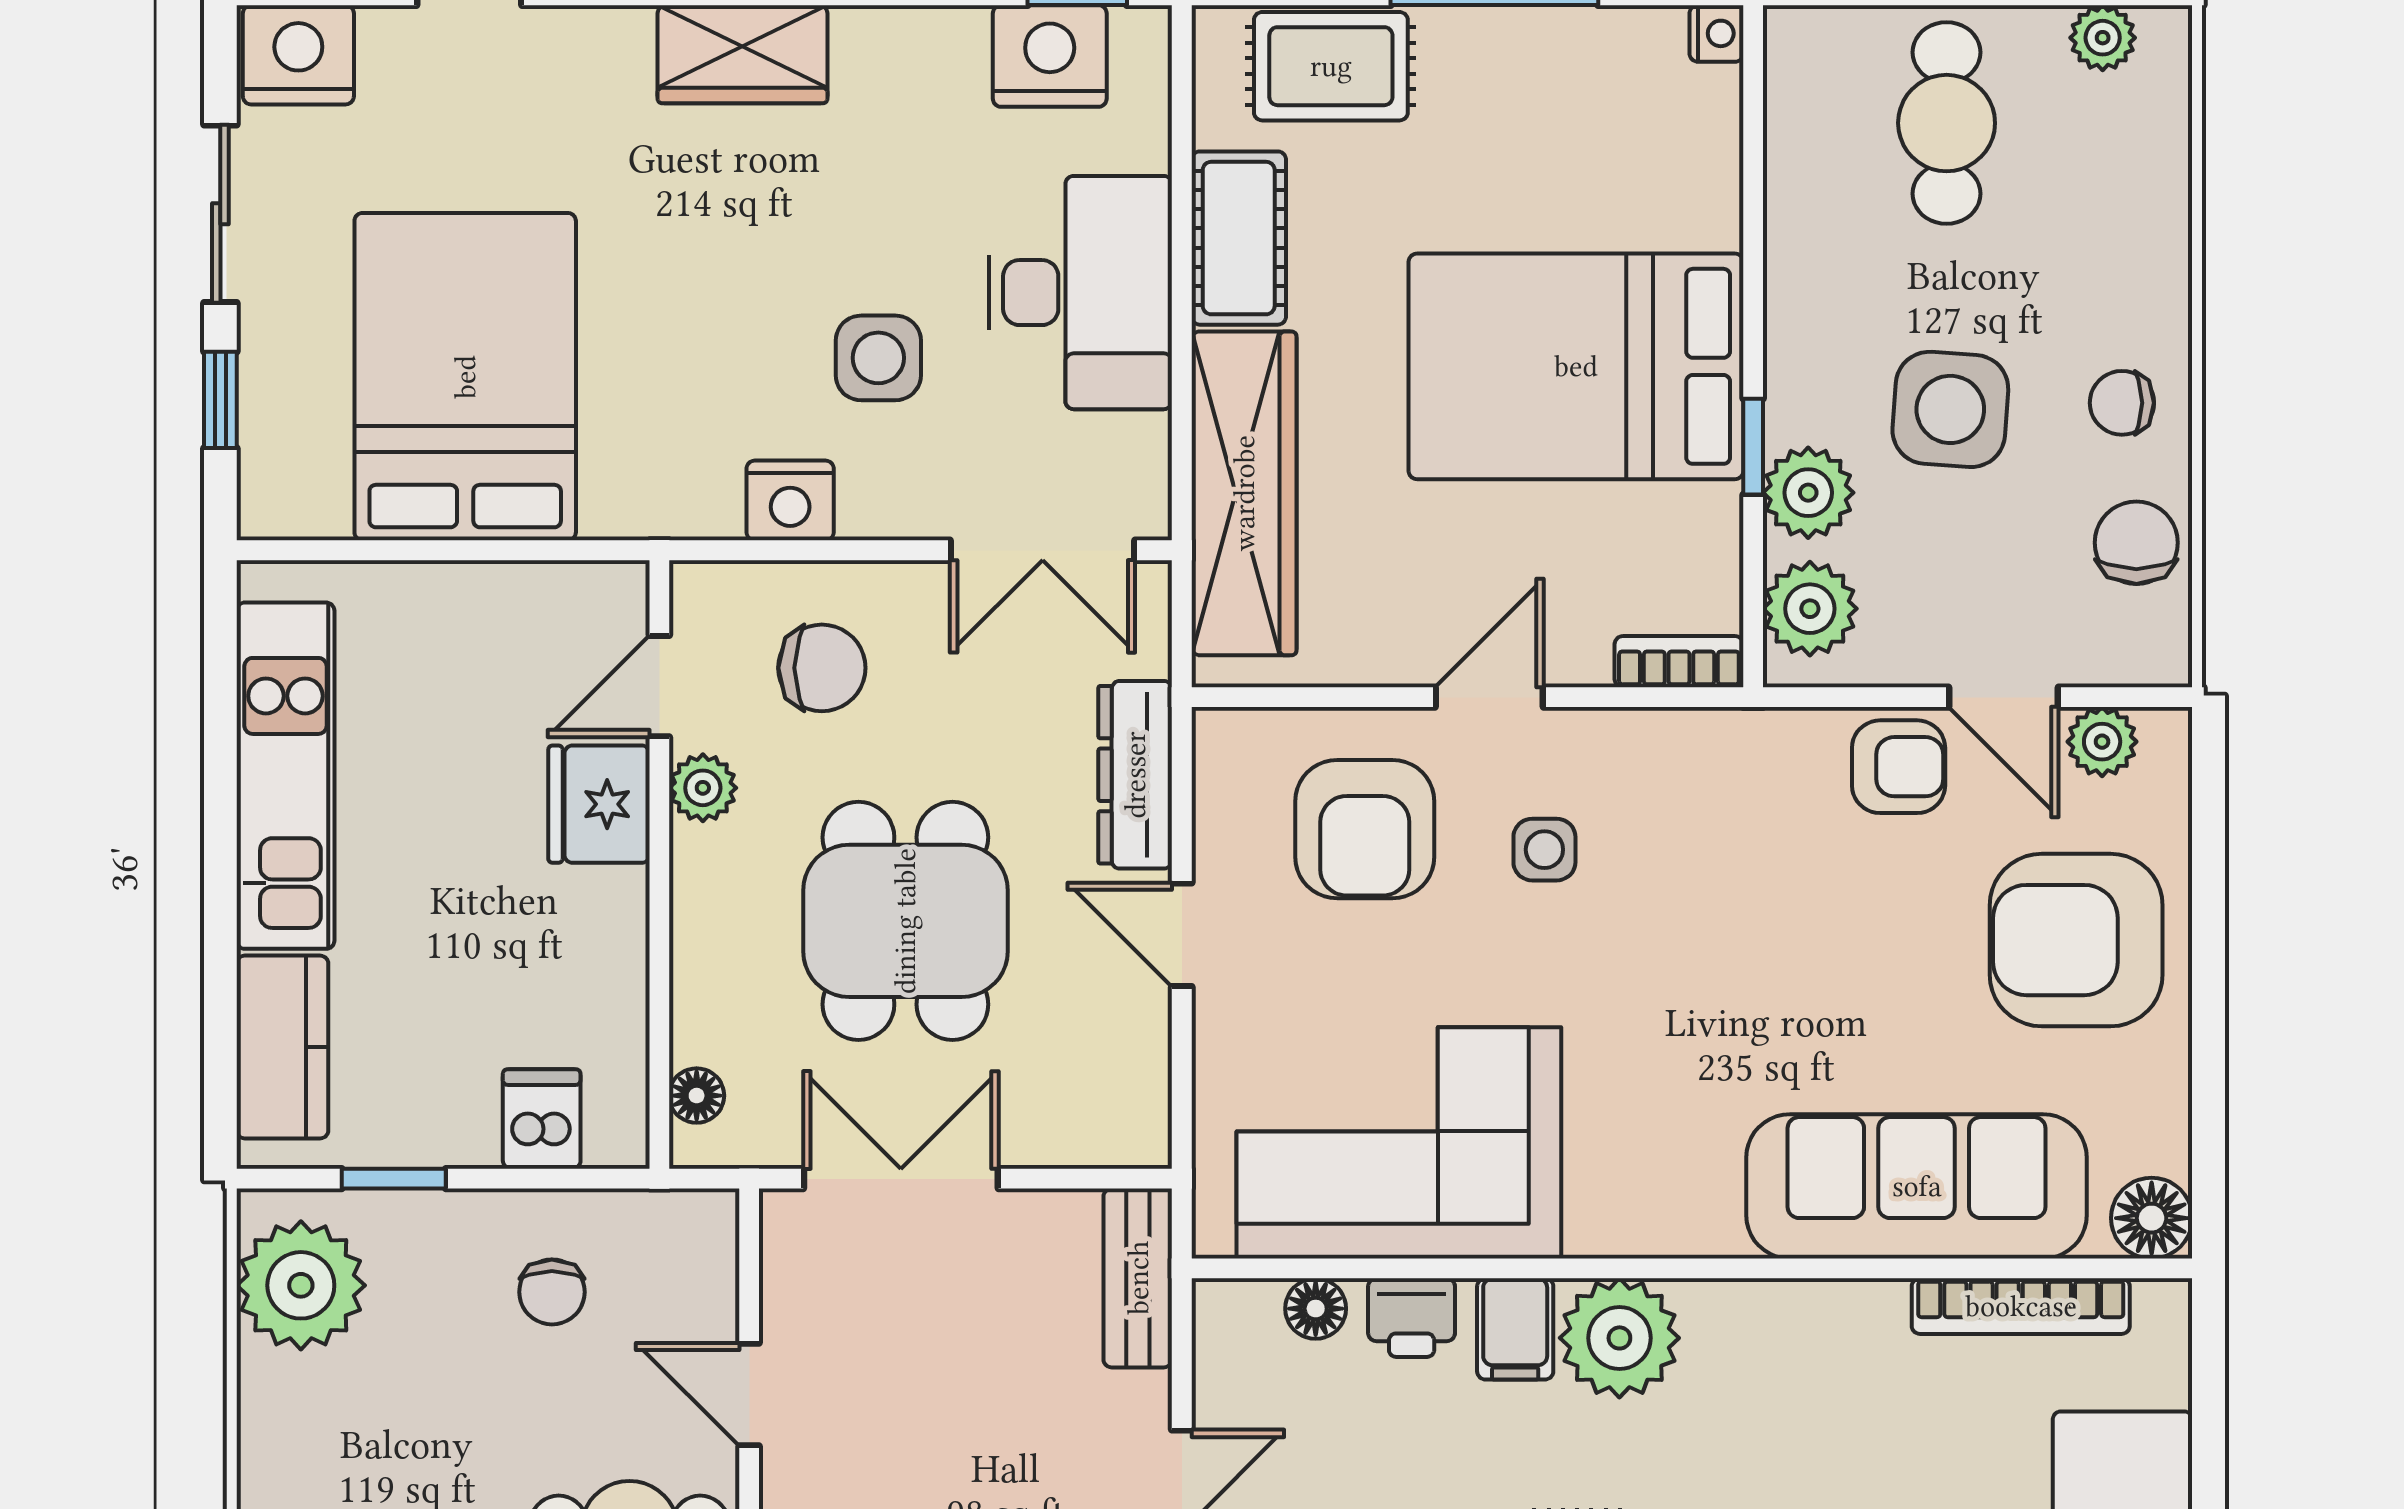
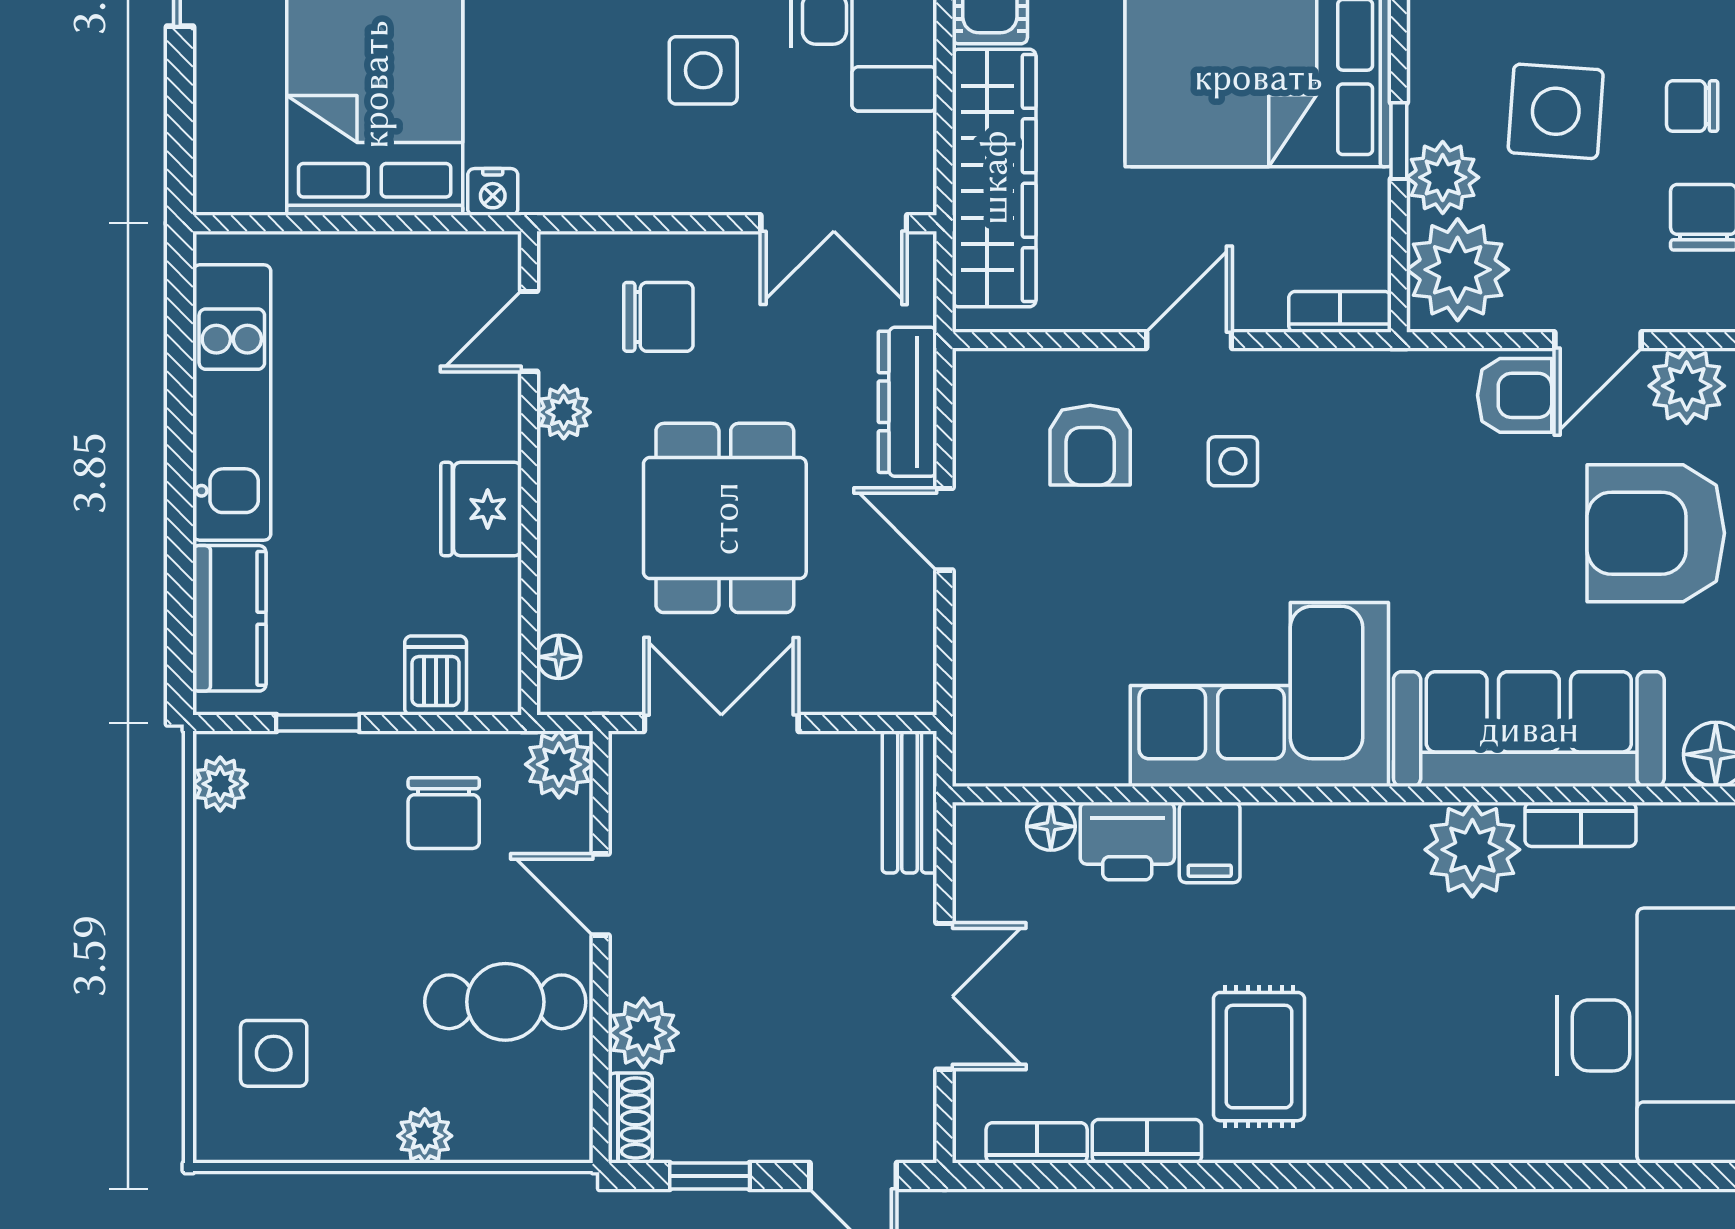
window: (220, 400) -> (180, 104), removed
nightstand: (790, 500) -> (493, 192), moved, width x0.72, depth x0.74
plant: (1810, 609) -> (1458, 270), width x1.36, depth x1.36
door: (2003, 697) -> (1598, 340), hinge flipped
plant: (2102, 742) -> (1687, 386), width x1.38, depth x1.38
fridge: (599, 804) -> (481, 509), moved
armchair: (1365, 829) -> (1090, 445), width x0.72, depth x0.72
corner sofa: (1399, 1143) -> (1259, 695), moved
plant: (697, 1231) -> (559, 764), added
plant: (301, 1285) -> (220, 784), width x0.53, depth x0.53
chair: (552, 1292) -> (444, 813), width x1.37, depth x1.37
bookcase: (2021, 1306) -> (1581, 824), width x0.64
printer: (1412, 1318) -> (1127, 841), width x1.36, depth x1.24
plant: (1619, 1338) -> (1472, 850), moved

